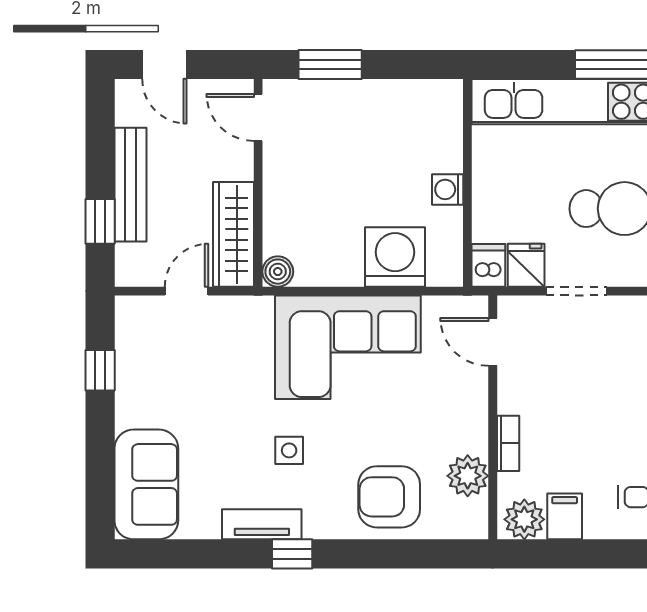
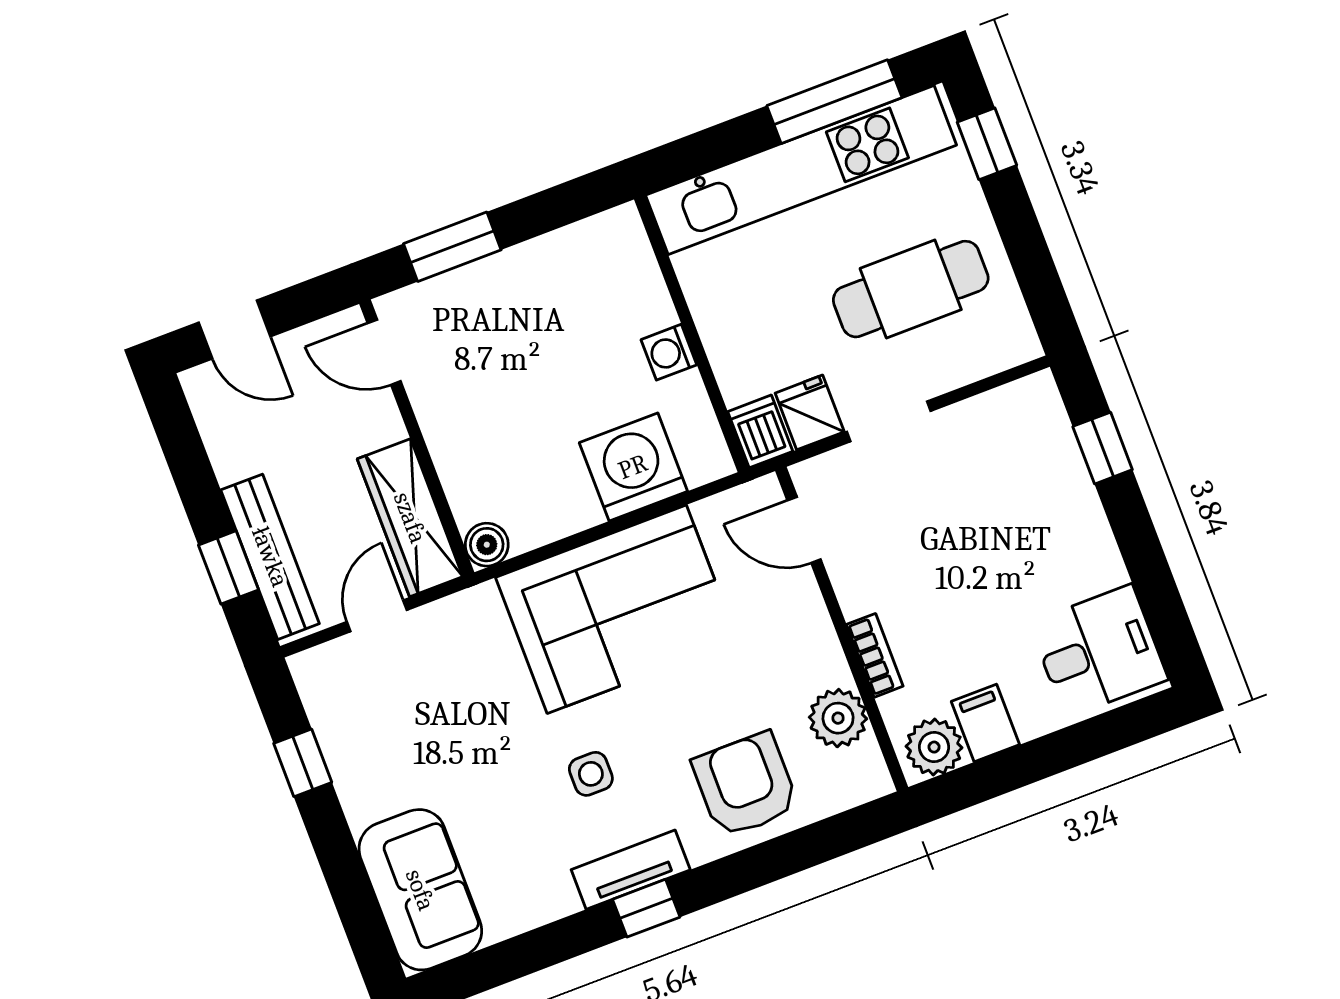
bench: (130, 185) -> (270, 557), moved
armchair: (389, 497) -> (745, 785), turned 90
tv unit: (262, 524) -> (631, 870), moved

